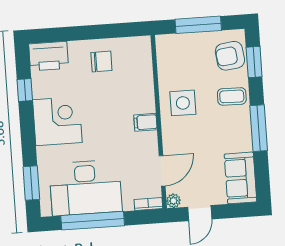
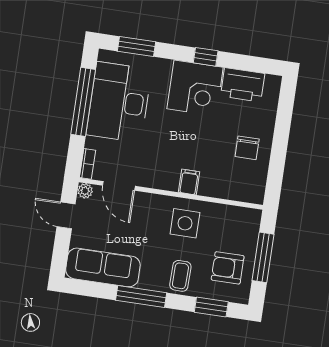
printer: (49, 56) -> (243, 85), moved, turned -90
armchair: (230, 56) -> (228, 268), moved, turned -83
window: (25, 90) -> (206, 57), moved
filing cabinet: (145, 122) -> (189, 182), moved
sofa: (240, 178) -> (103, 267), width x1.36

